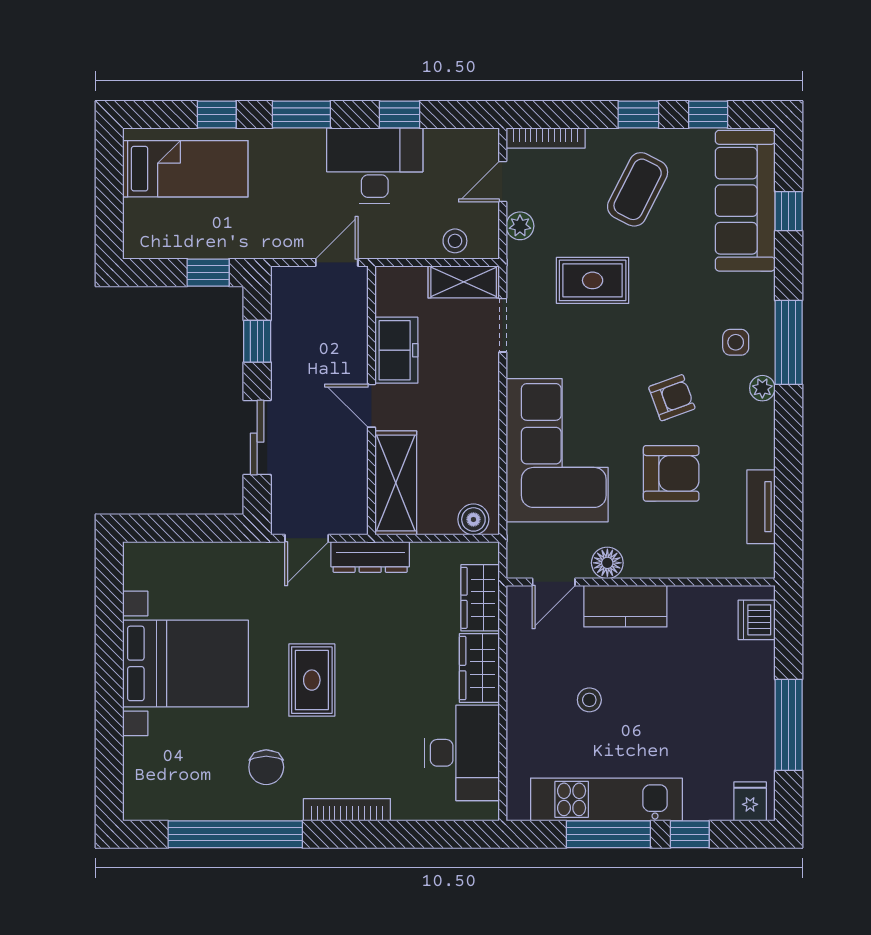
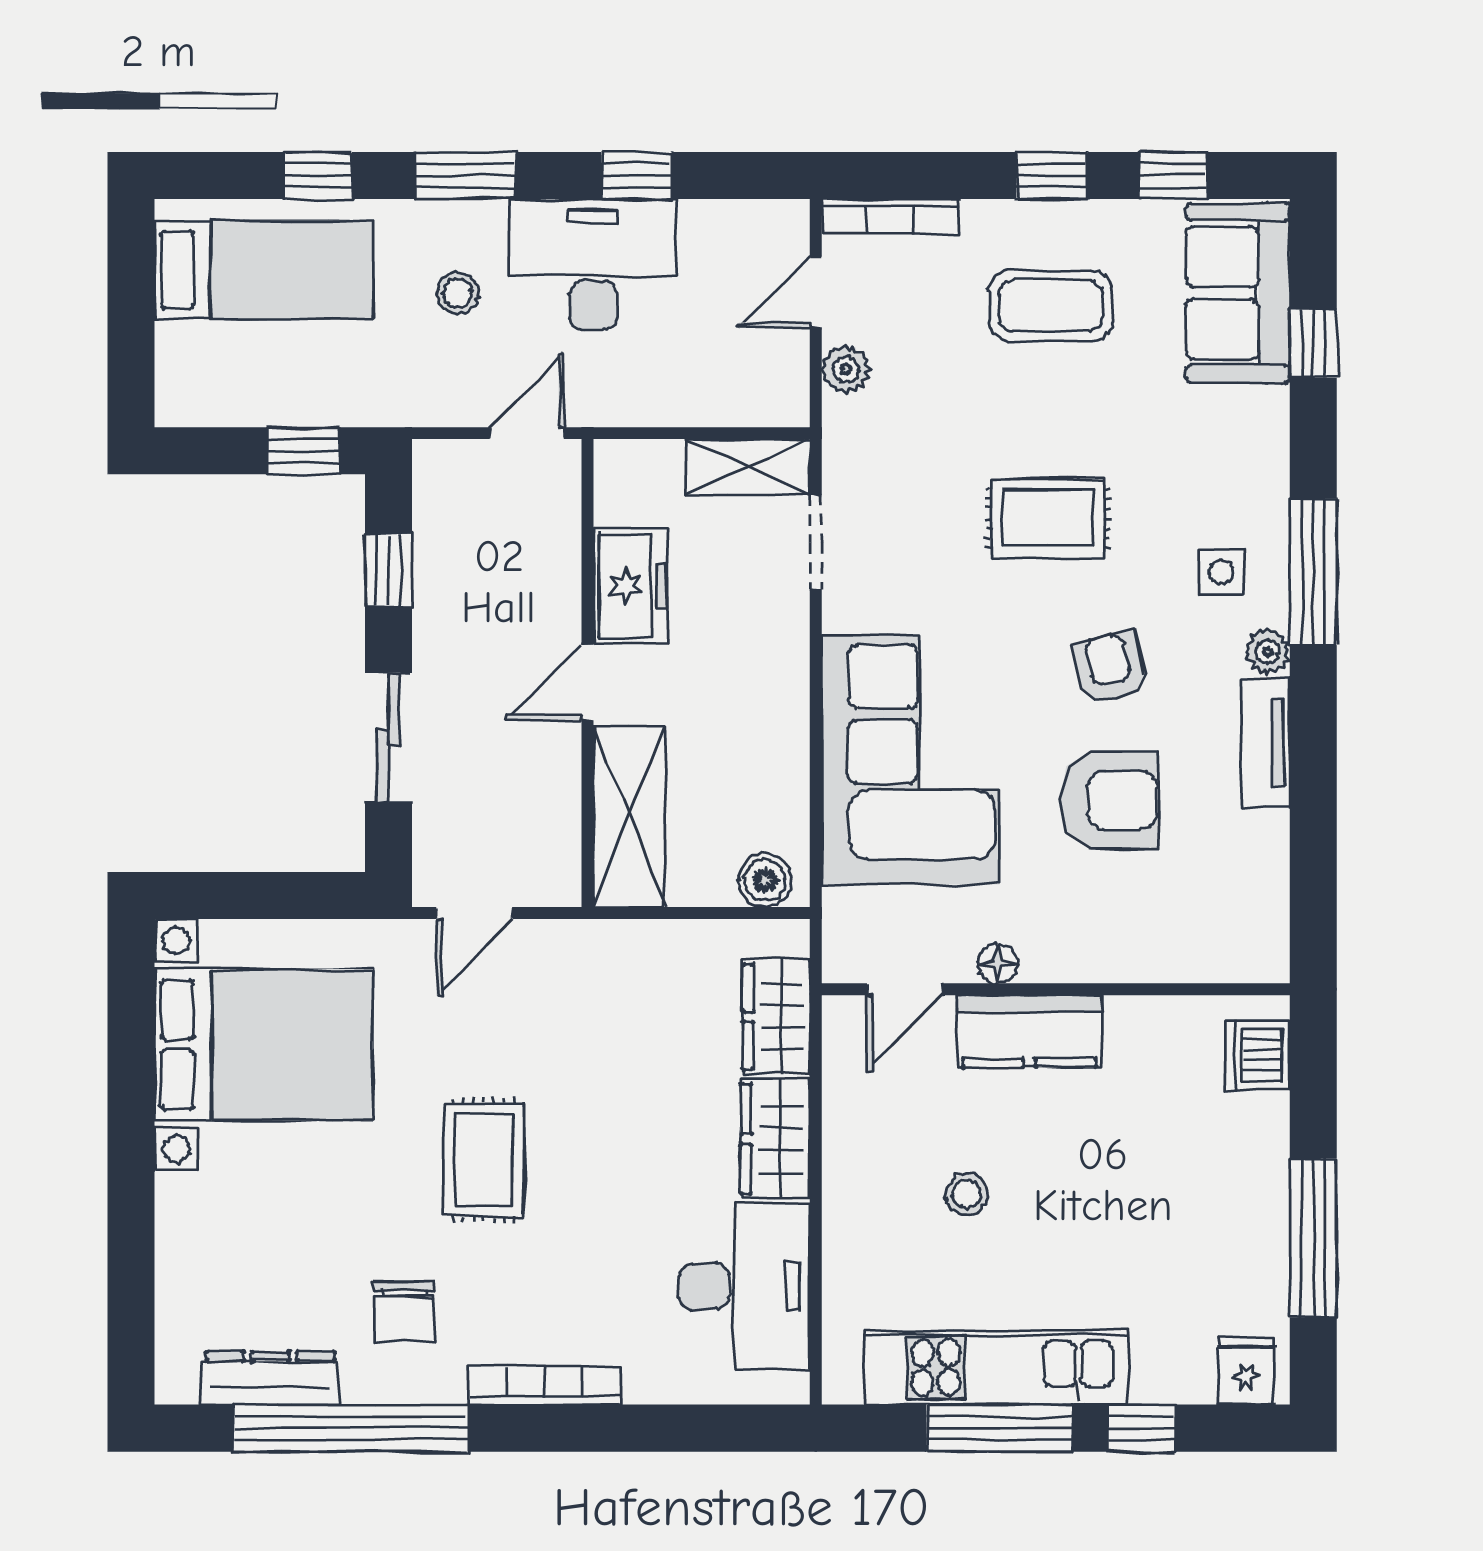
coffee table: (638, 189) -> (1050, 306), turned 63
sofa: (745, 201) -> (1238, 293), width x0.73
stool: (455, 241) -> (458, 293), moved
rug: (593, 280) -> (1048, 518), moved
armchair: (672, 398) -> (1110, 668), turned -83
door: (372, 406) -> (587, 682), hinge flipped
tv unit: (761, 507) -> (1265, 743), moved
dresser: (370, 557) -> (270, 1378), moved, turned 180
floor lamp: (607, 563) -> (998, 963), width x0.73, depth x0.73
bed with nightstands: (185, 663) -> (264, 1045), moved

